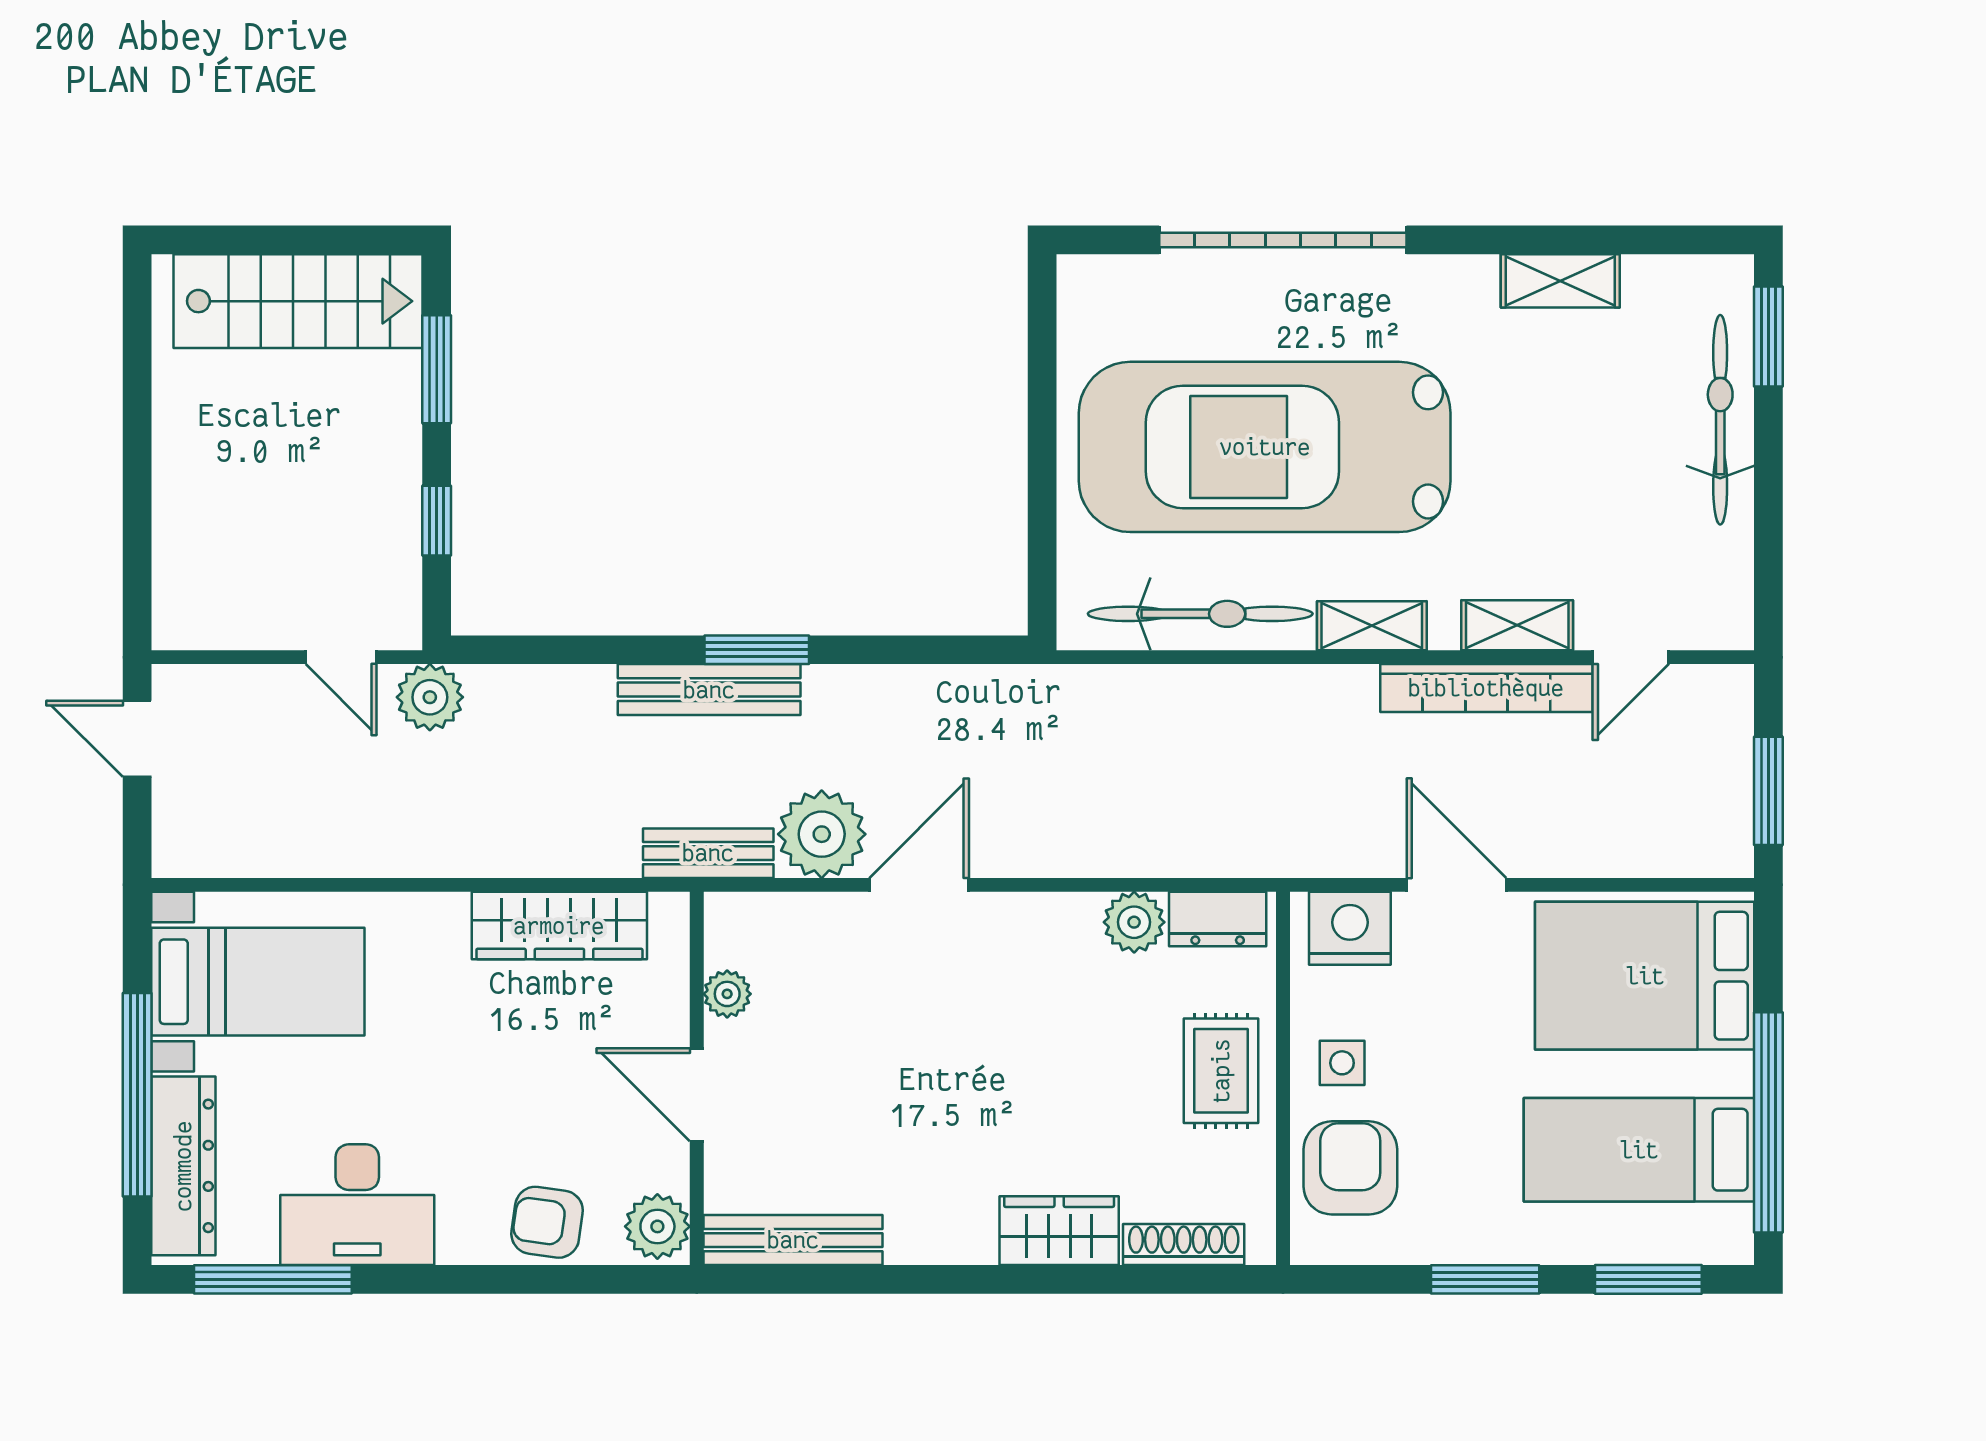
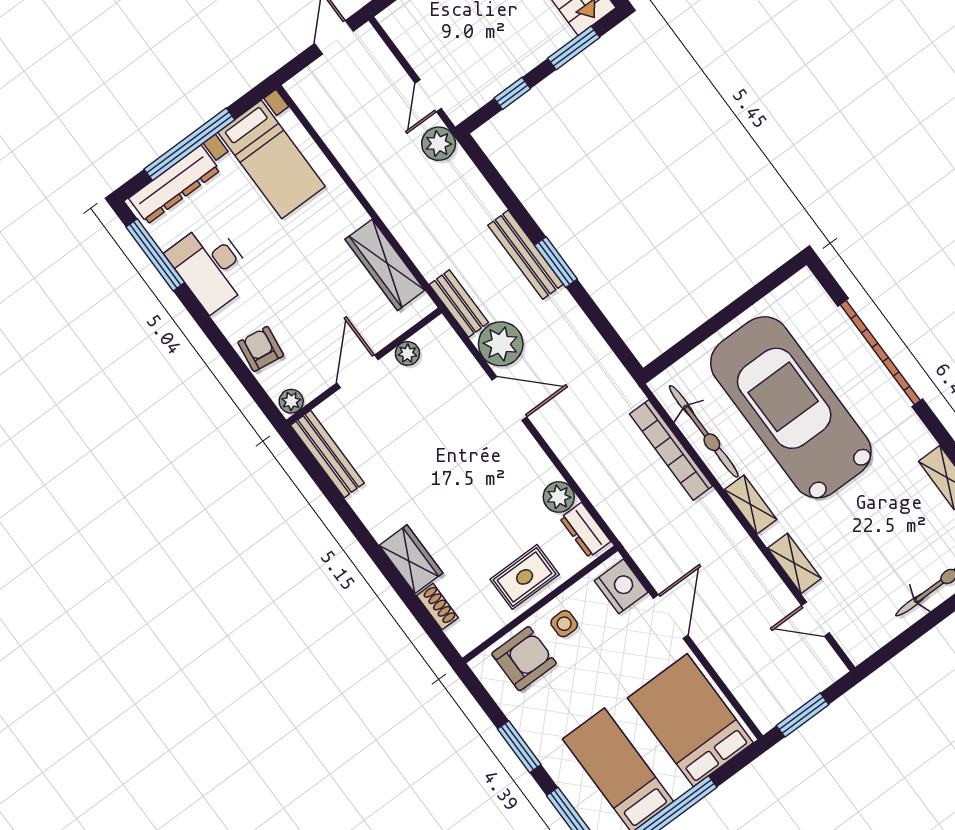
bookcase: (1486, 688) -> (671, 450), moved
plant: (657, 1226) -> (291, 401), width x0.73, depth x0.73
shoe rack: (1184, 1244) -> (437, 607), width x0.70

